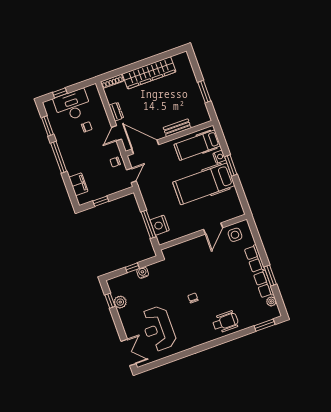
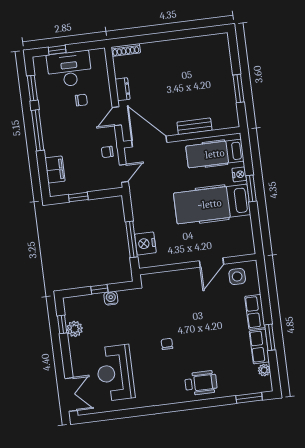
wardrobe: (149, 73) -> (174, 50), removed

